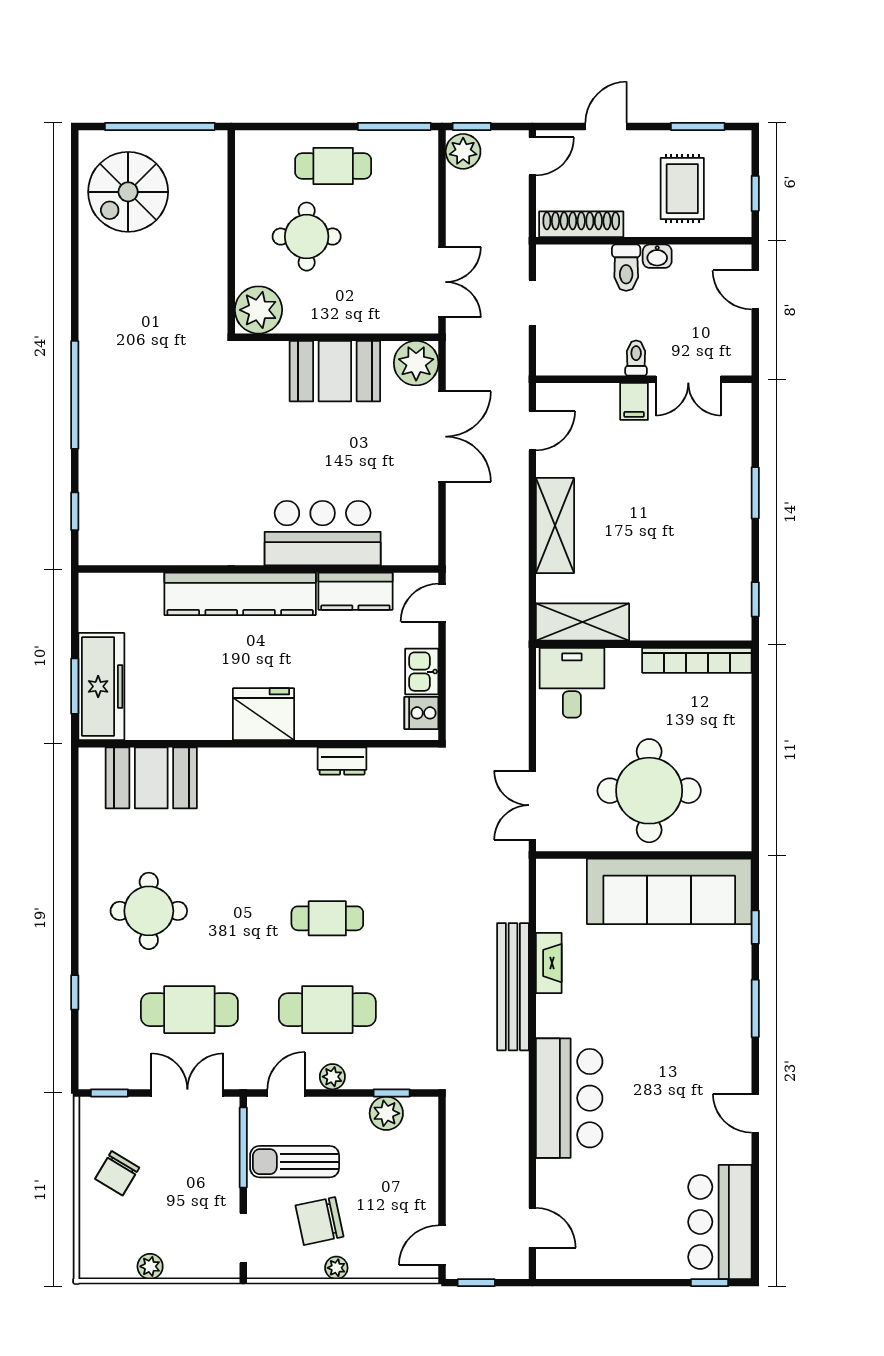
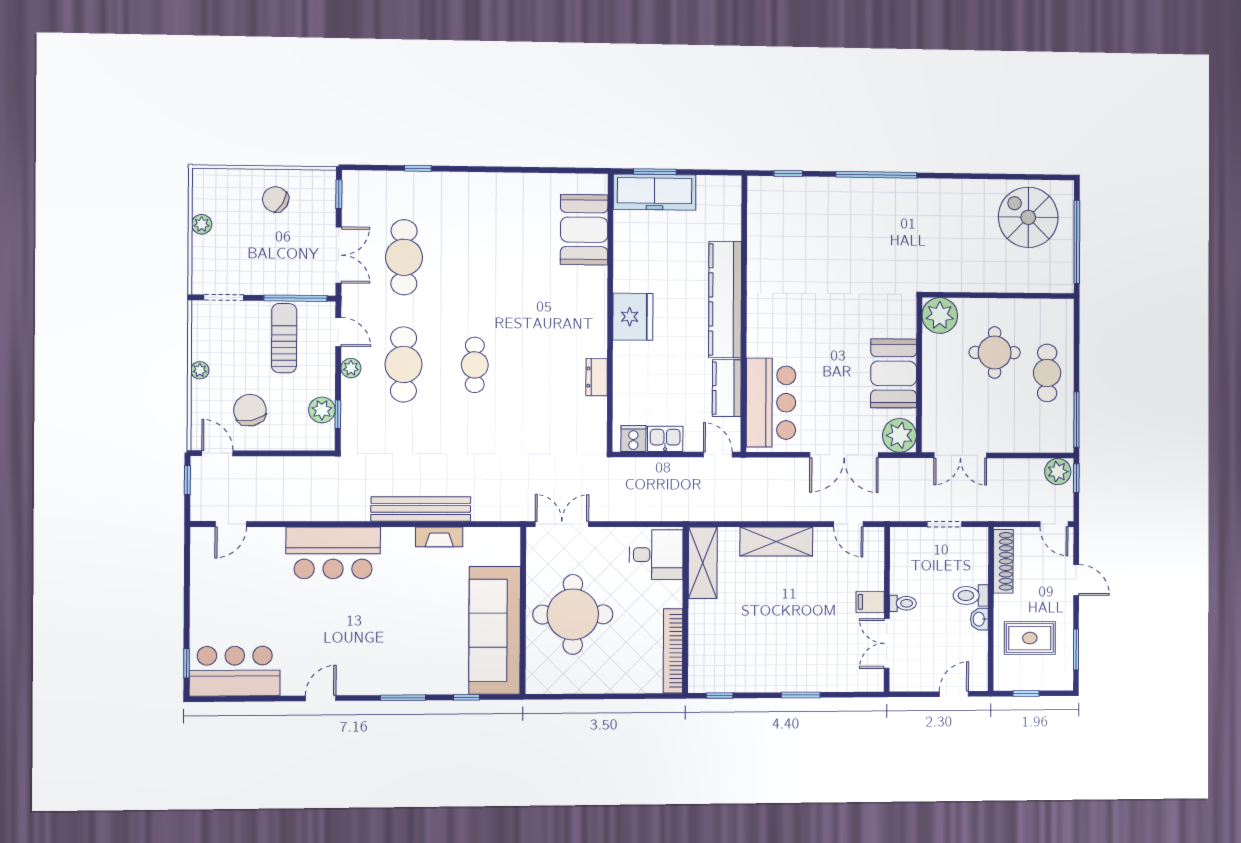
bar counter: (323, 533) -> (771, 403), moved
round table: (149, 911) -> (481, 227), removed
chair: (319, 1221) -> (250, 410), moved

